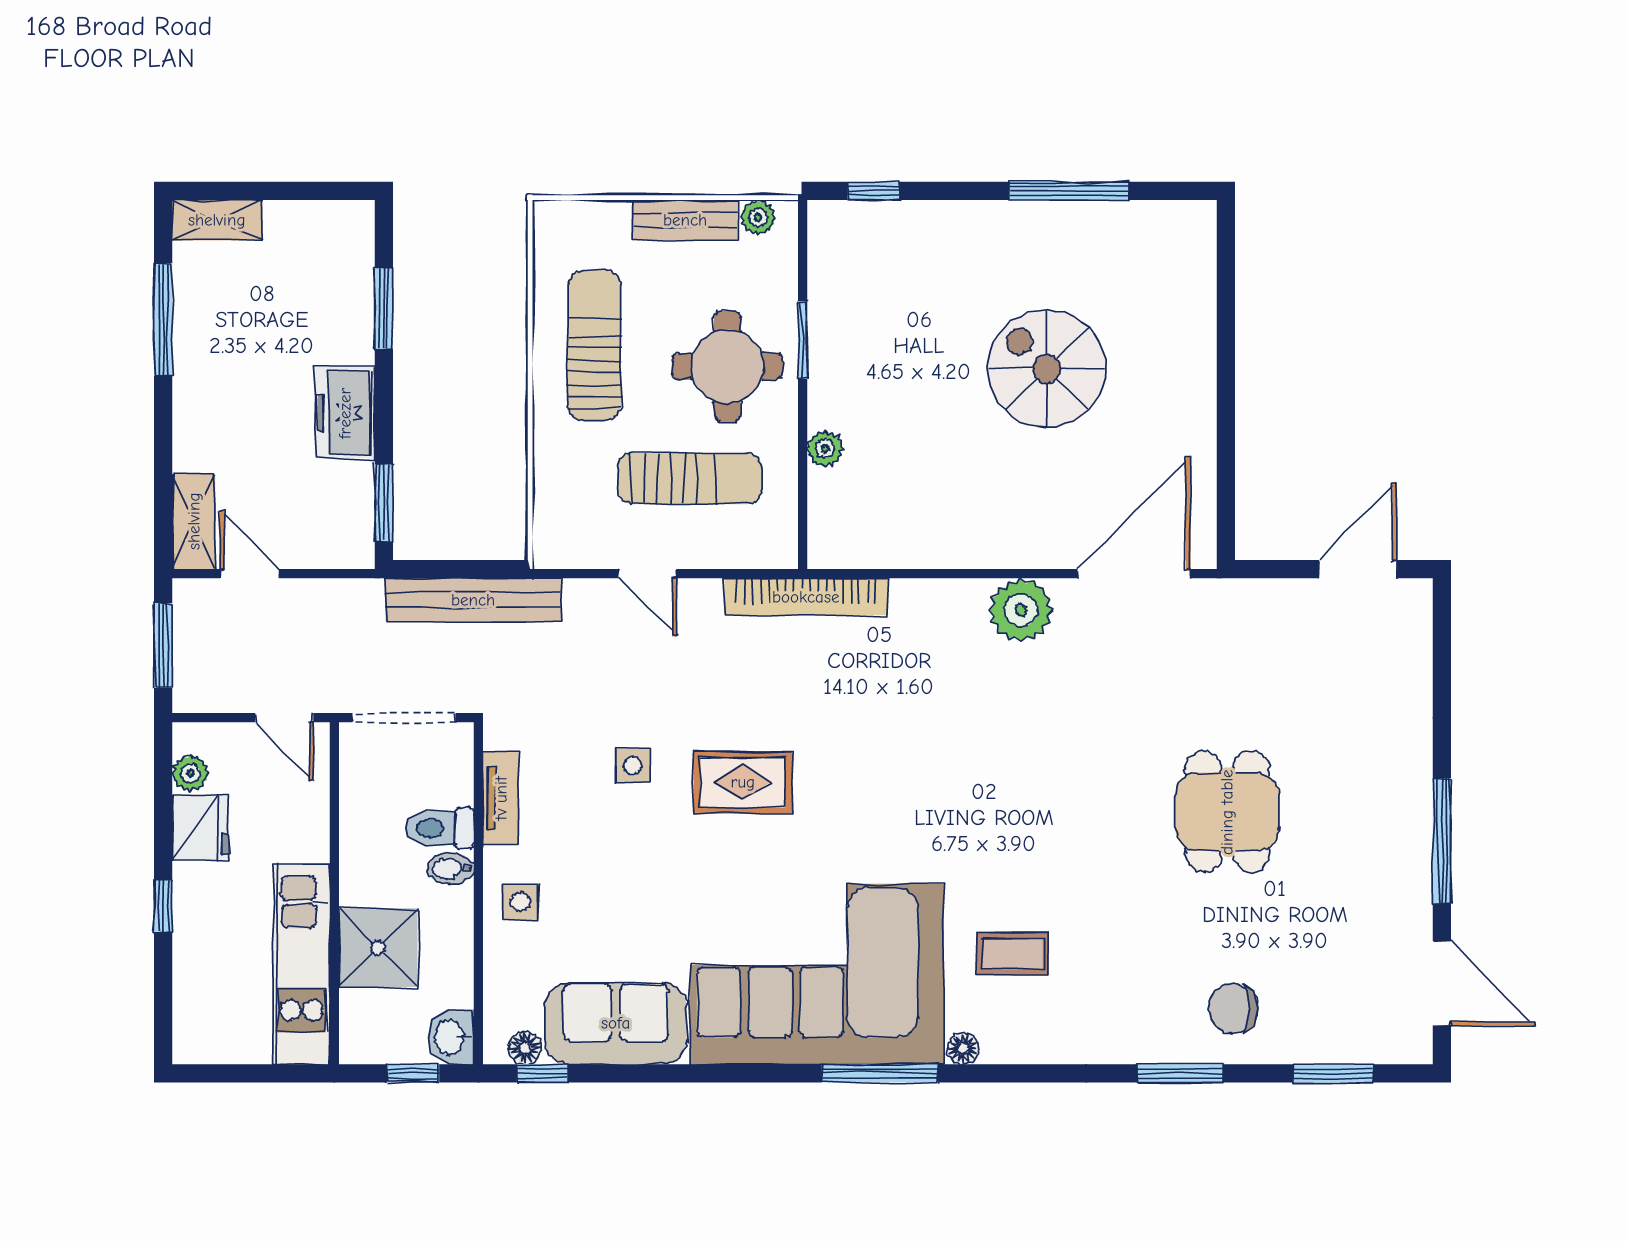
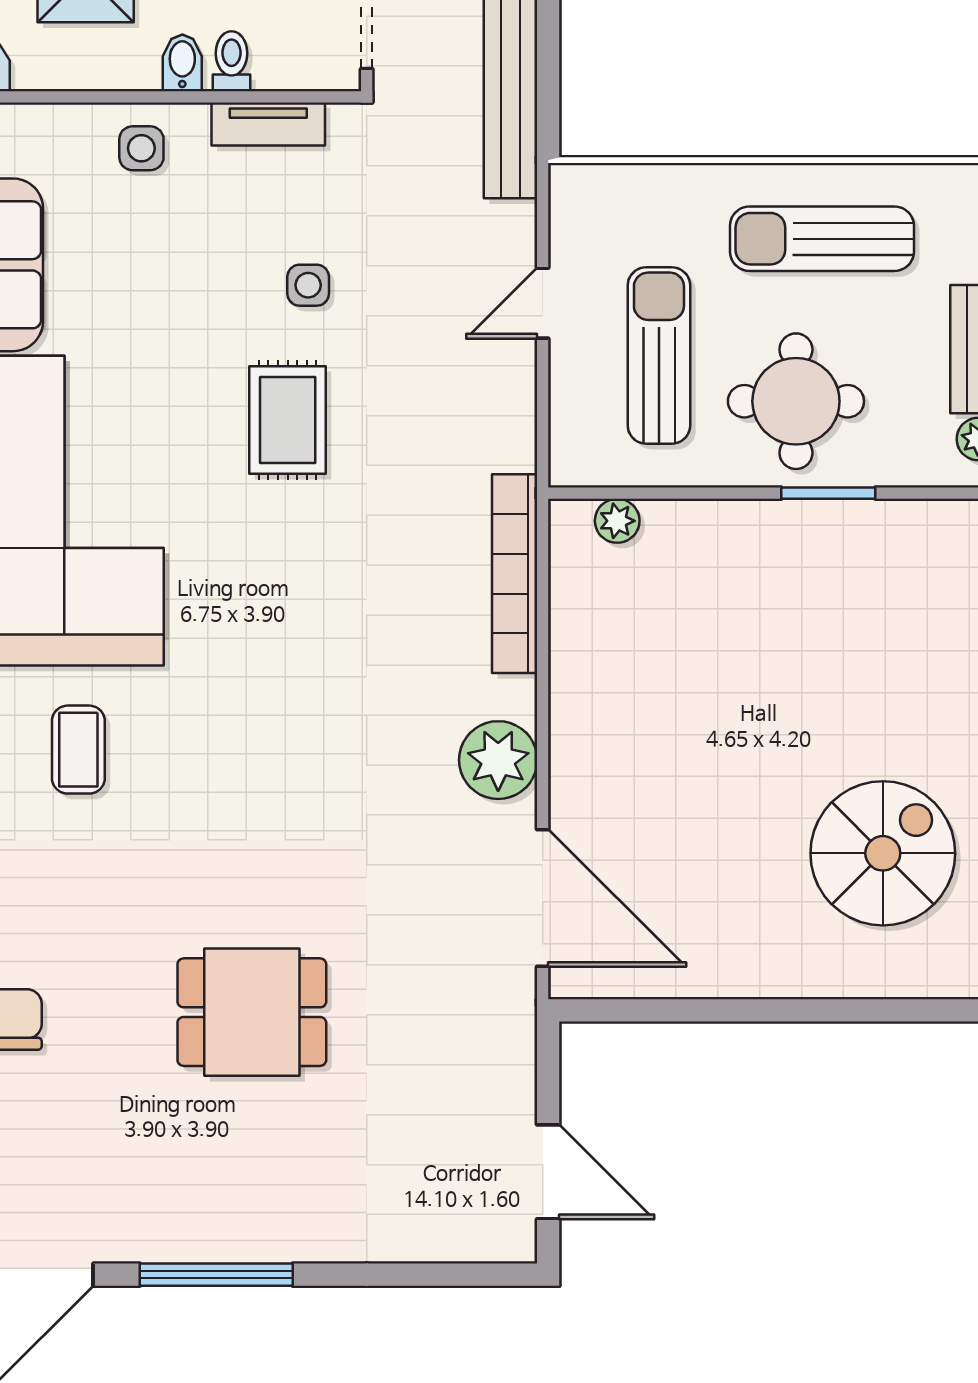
sun lounger: (594, 345) -> (822, 239), turned 180
spiral stairs: (1047, 369) -> (883, 853), moved
plant: (825, 449) -> (617, 521), moved
sun lounger: (690, 479) -> (659, 355), turned 180
bookcase: (806, 597) -> (515, 574), moved
toilet: (440, 828) -> (231, 61), width x0.73, depth x0.72

